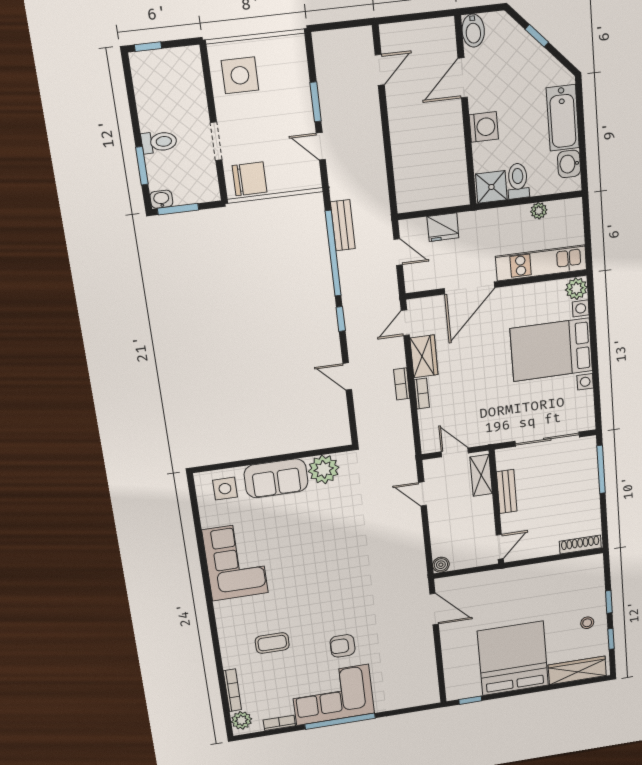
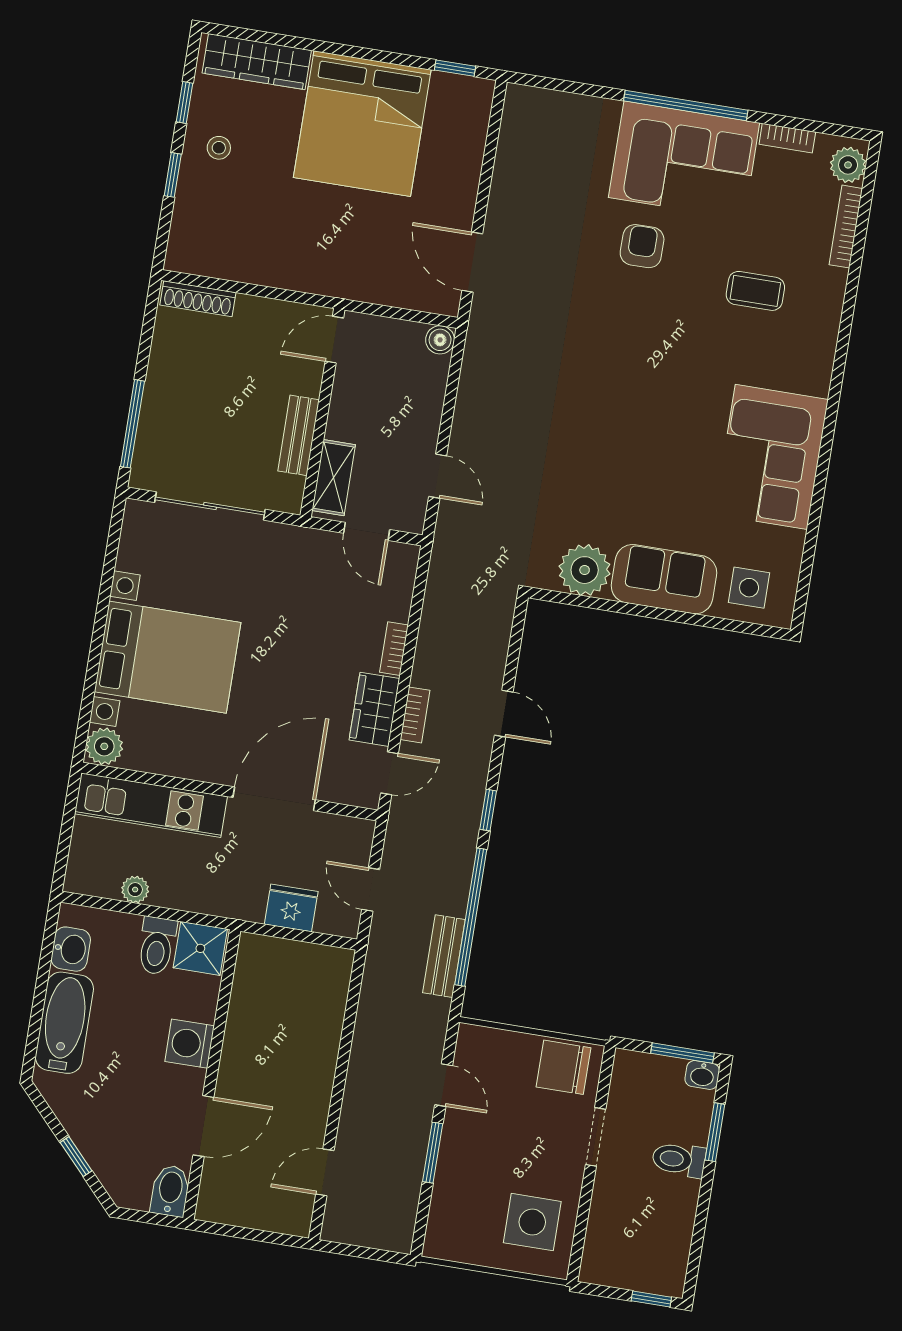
bookcase: (402, 384) -> (415, 715), moved
armchair: (343, 646) -> (642, 246), turned -90

